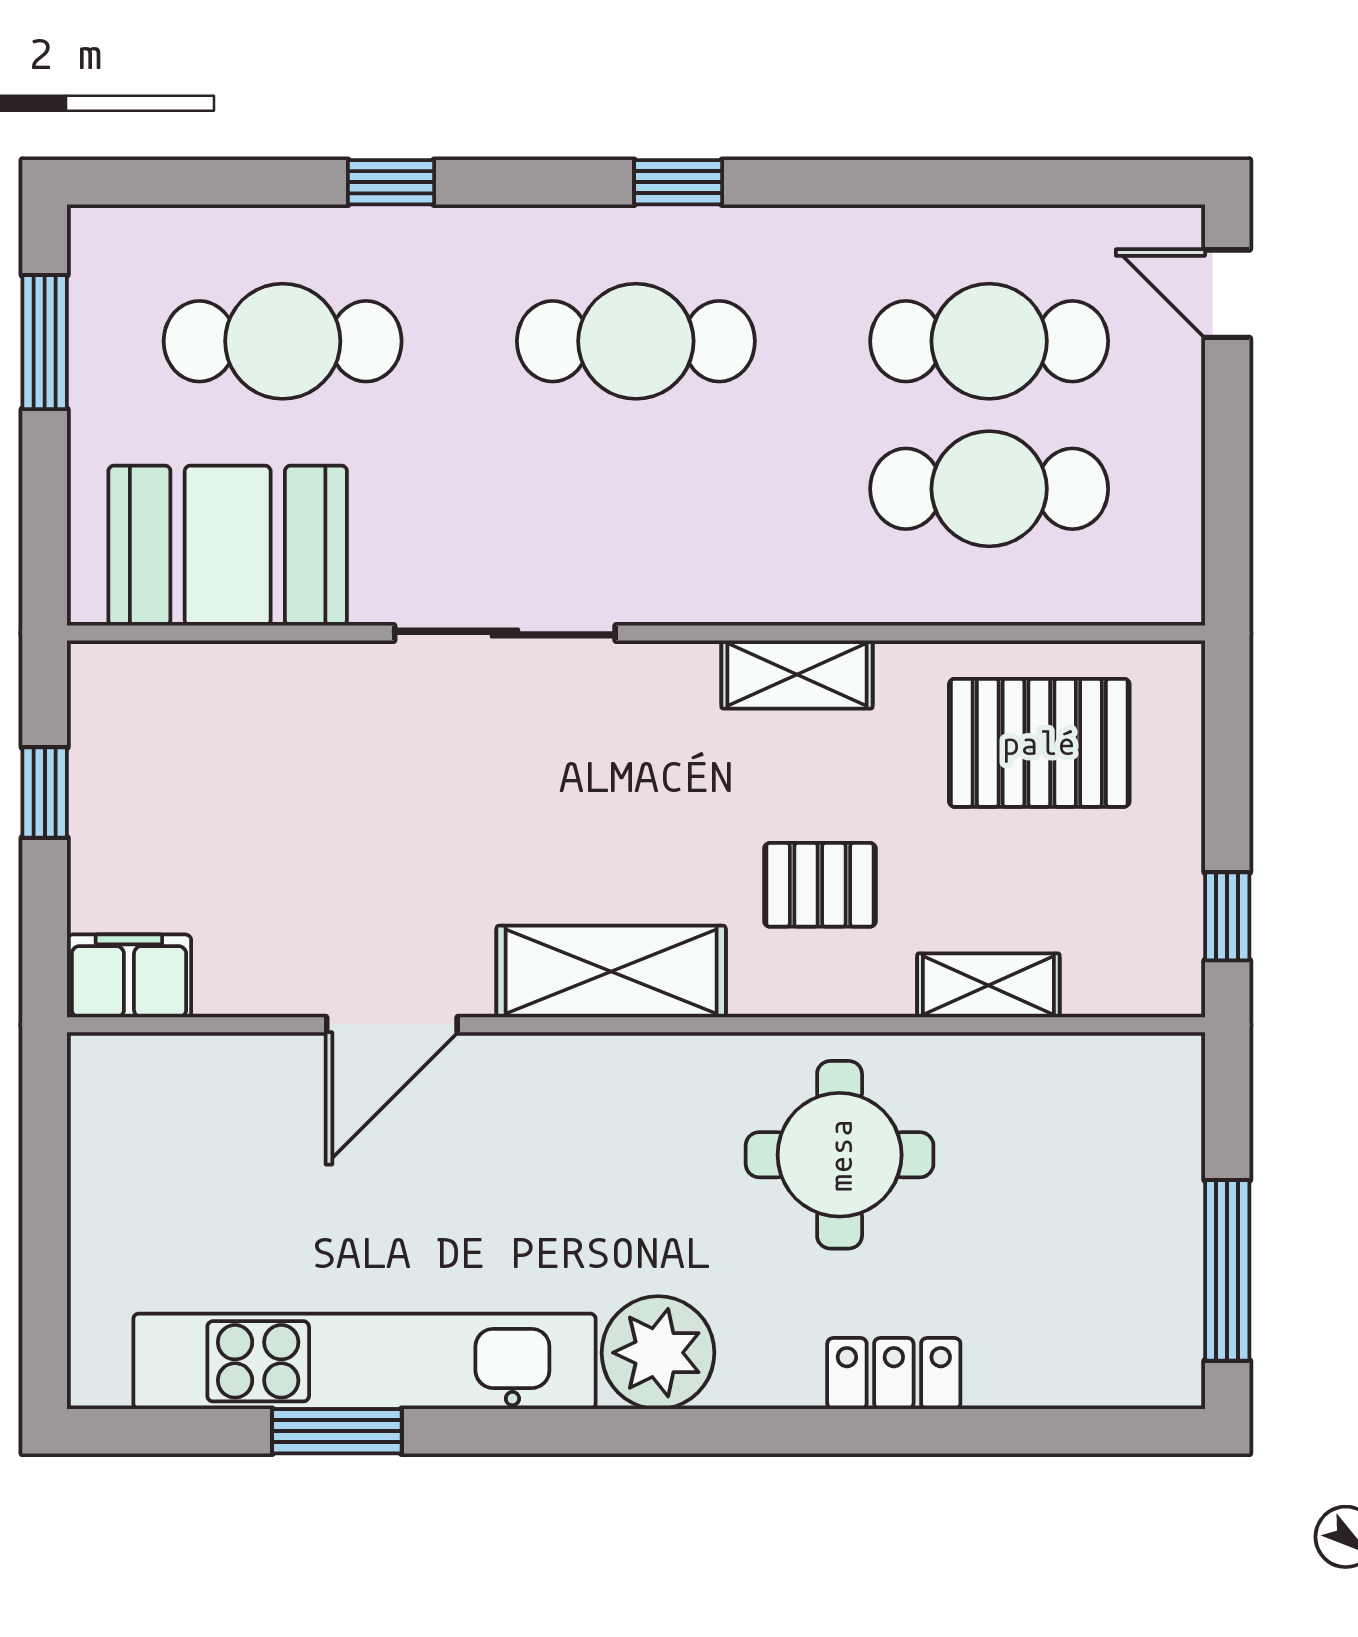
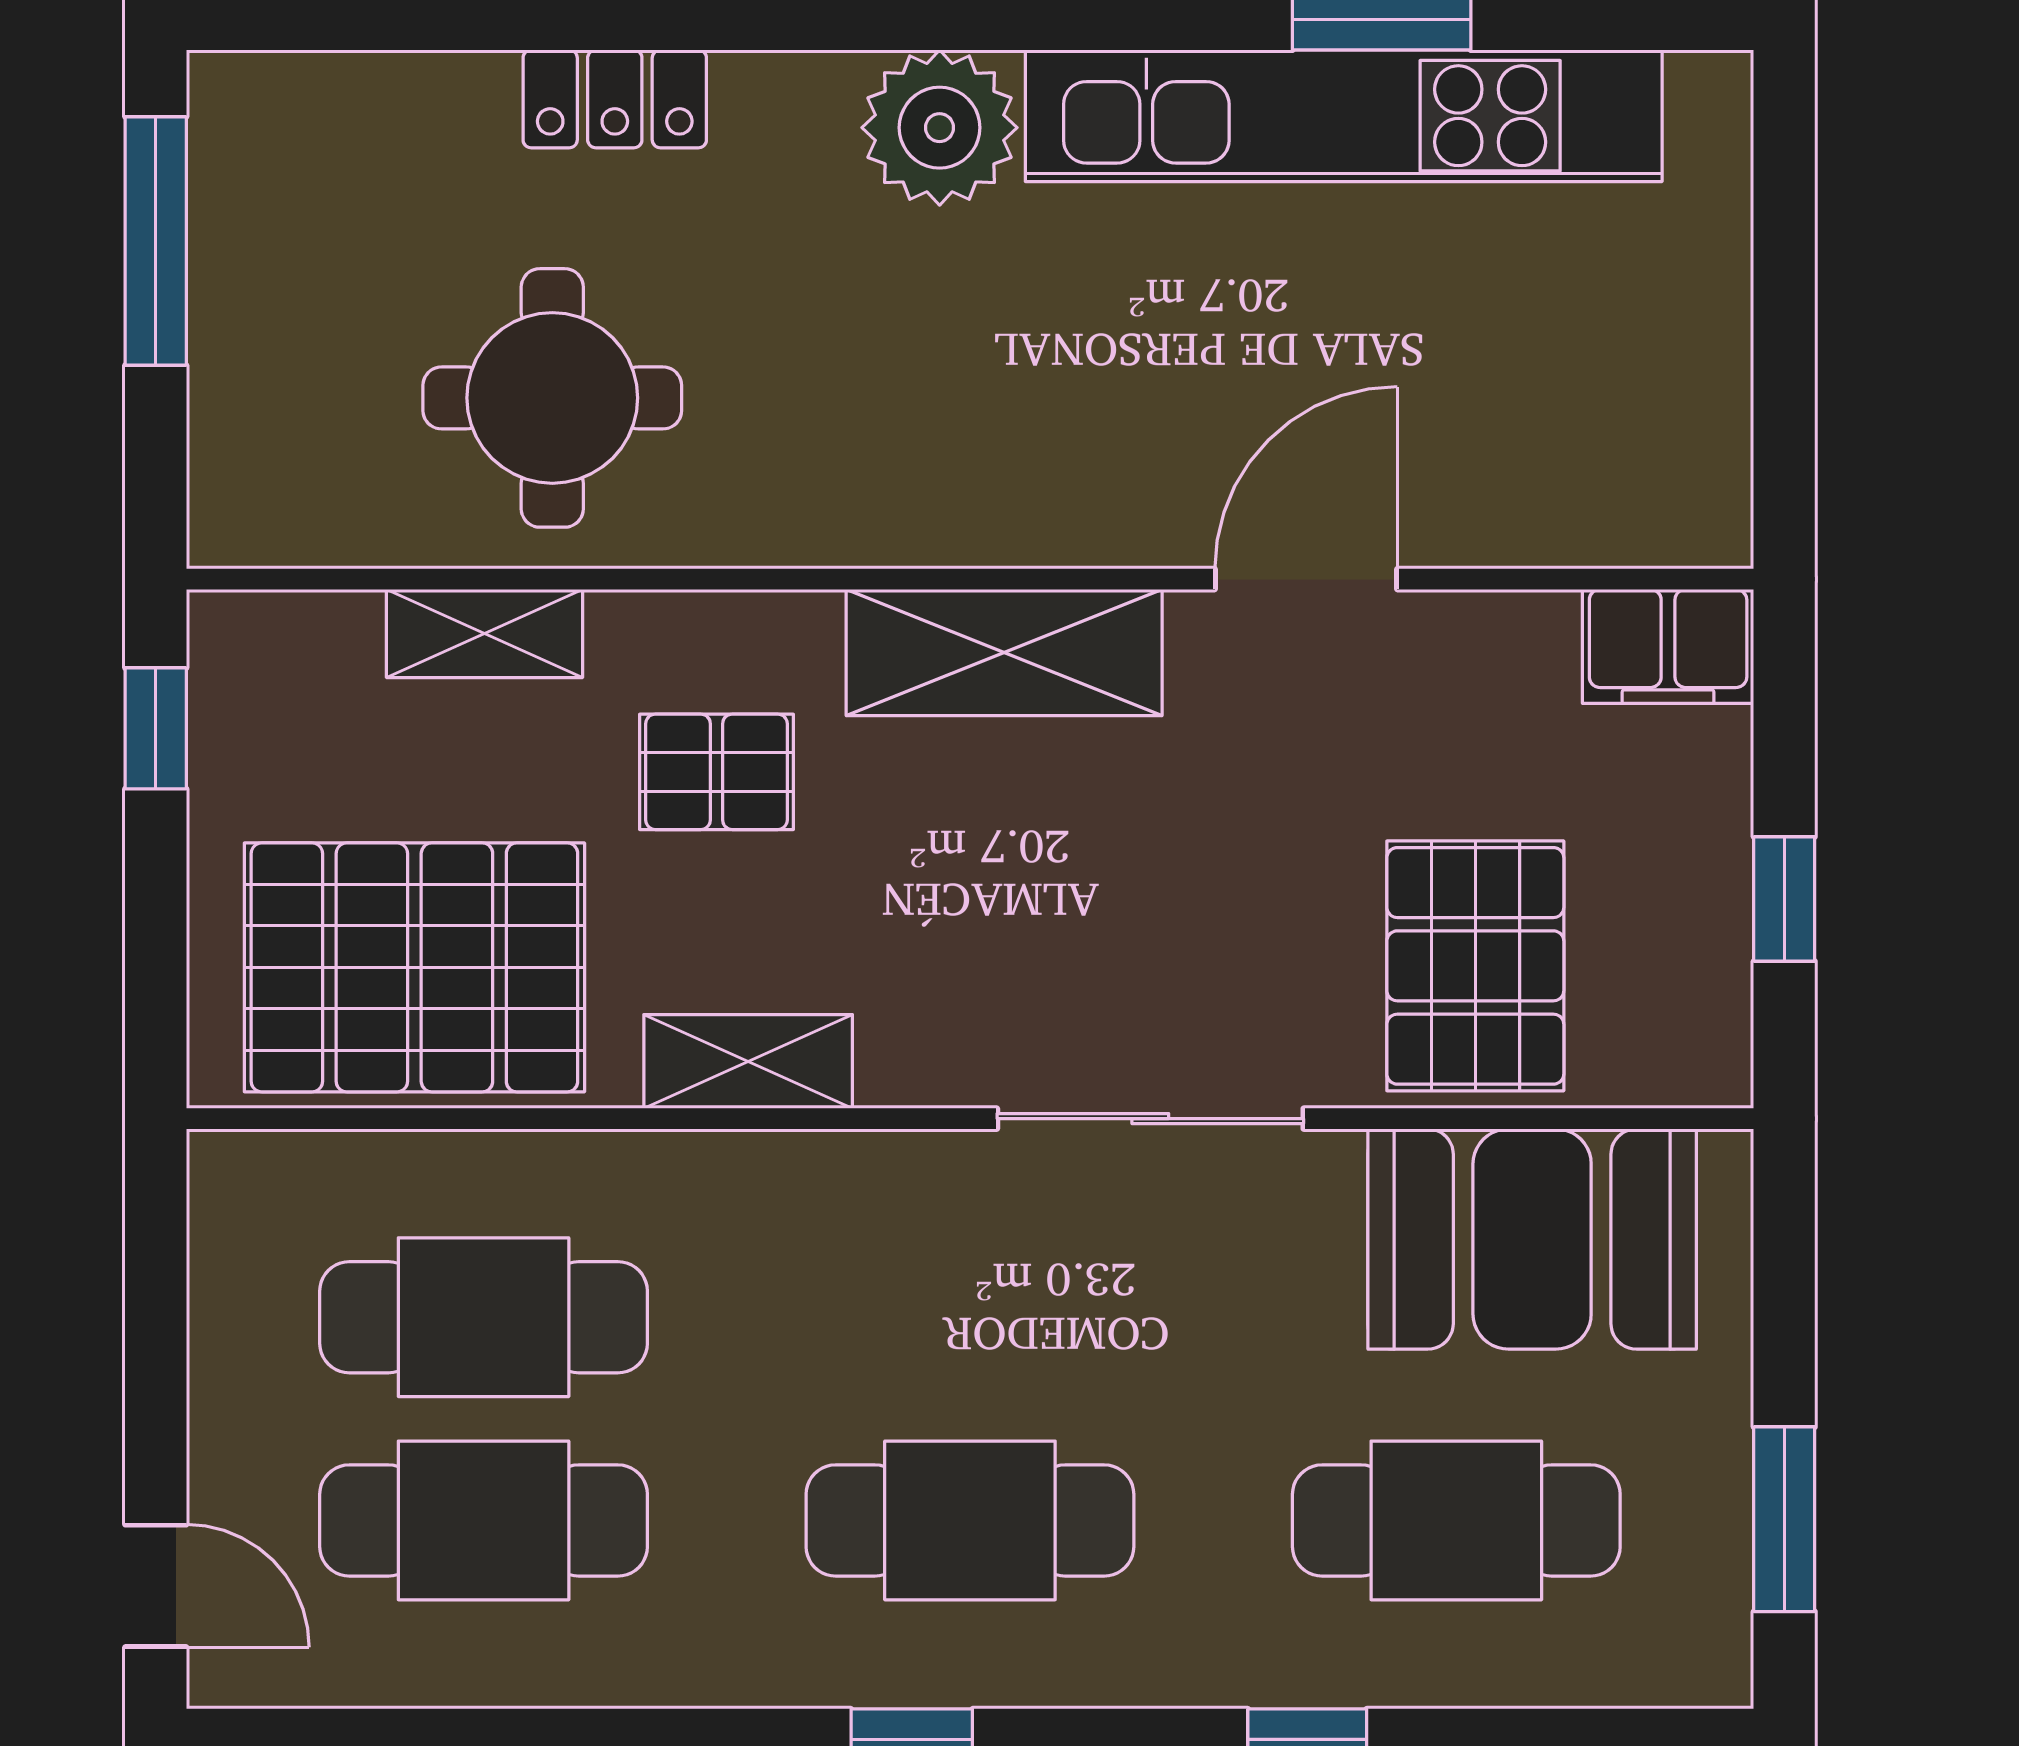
pallet: (1039, 743) -> (414, 967), width x1.37, depth x1.41
pallet: (269, 744) -> (1475, 966), added
round table: (840, 1155) -> (552, 398), moved

